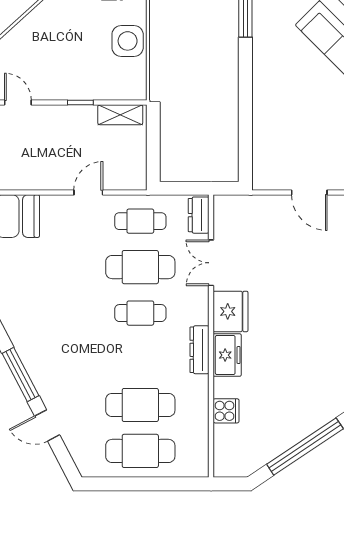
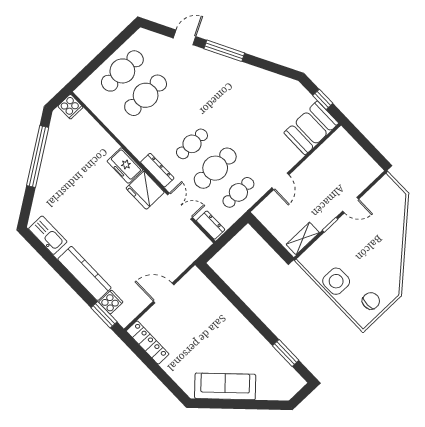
door: (18, 103) -> (351, 205), moved
dresser: (200, 350) -> (157, 170), moved
cooker: (226, 411) -> (70, 107), moved, turned -90

